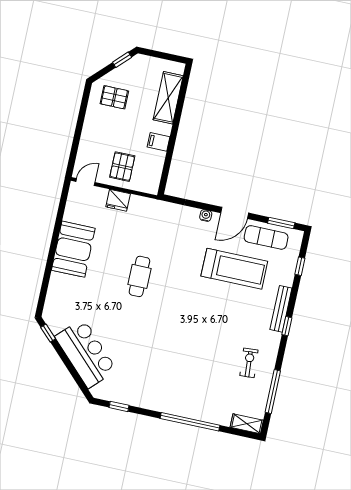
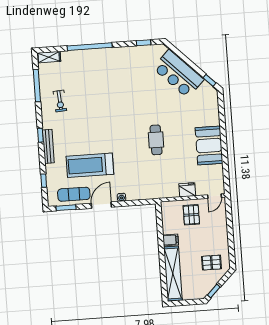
shelving: (168, 98) -> (173, 274), width x1.47

